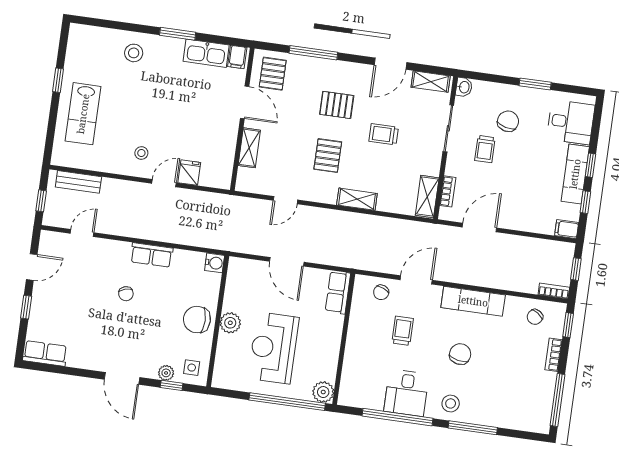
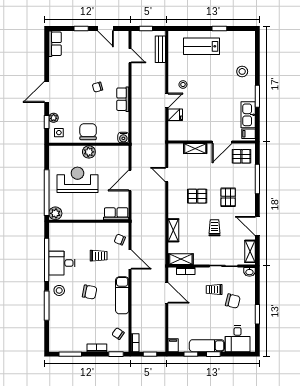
door: (164, 183) -> (167, 101), hinge flipped
shelving: (357, 199) -> (173, 230), moved
window: (558, 400) -> (70, 354), width x0.69

